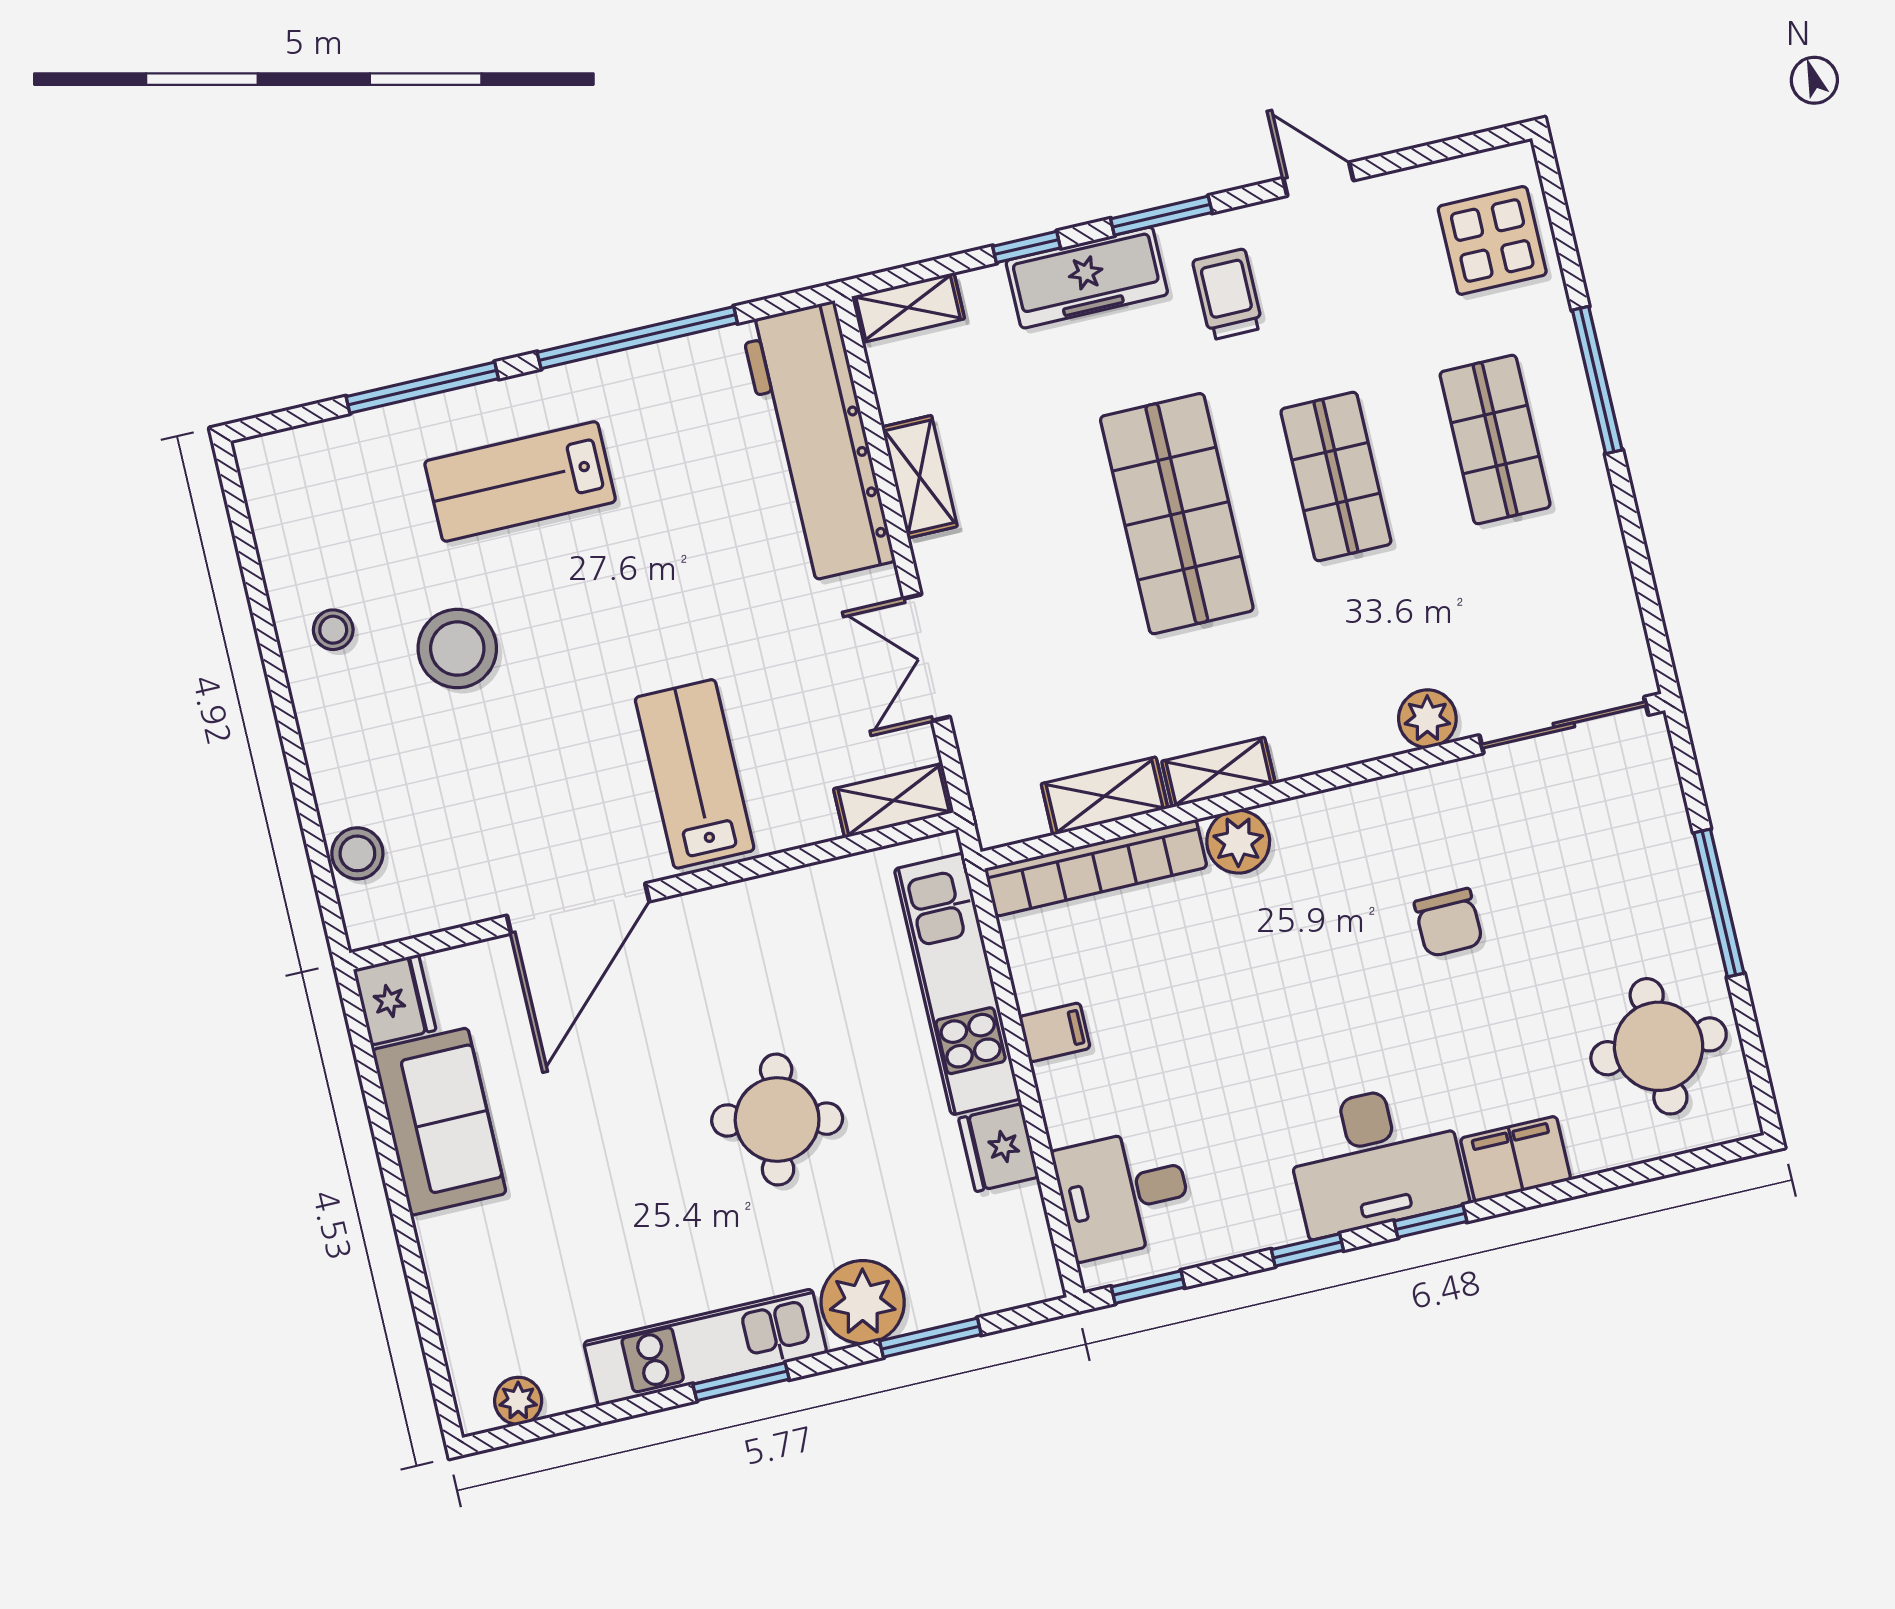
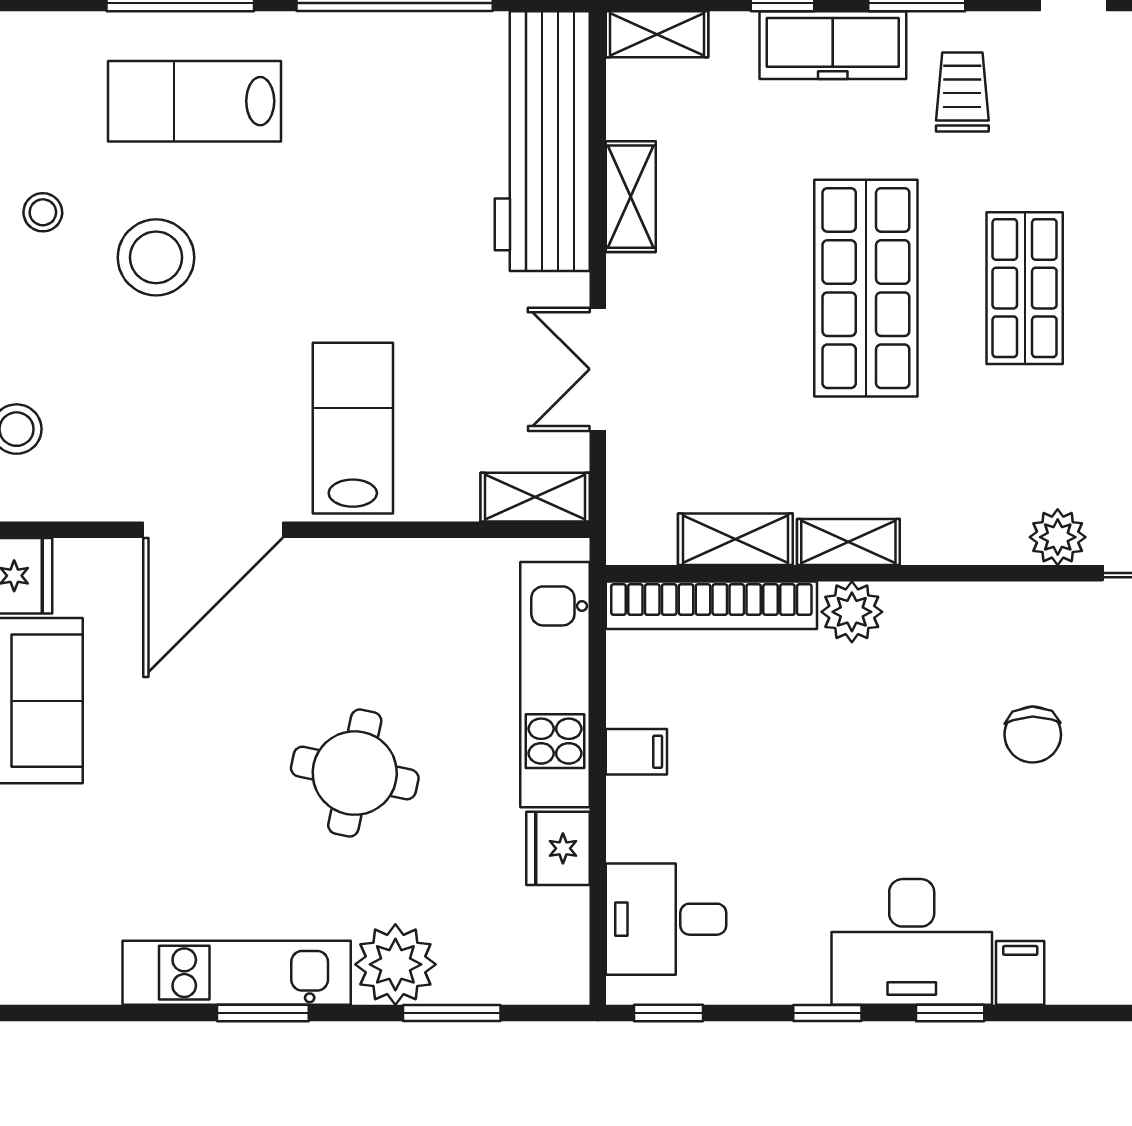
lab bench: (520, 482) -> (195, 101), moved
filing cabinet: (1516, 1159) -> (1020, 973), width x0.50
plant: (518, 1401) -> (48, 982), removed

